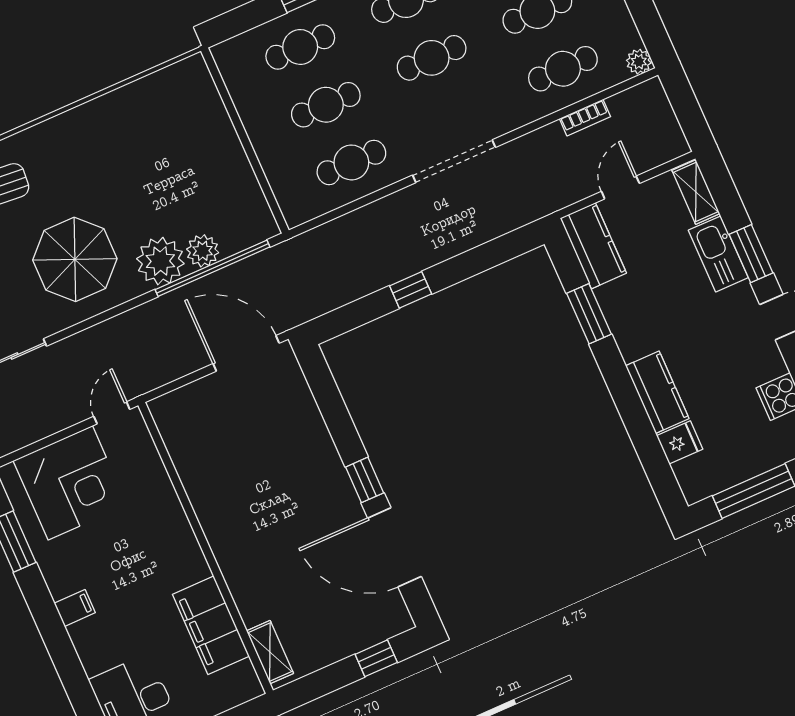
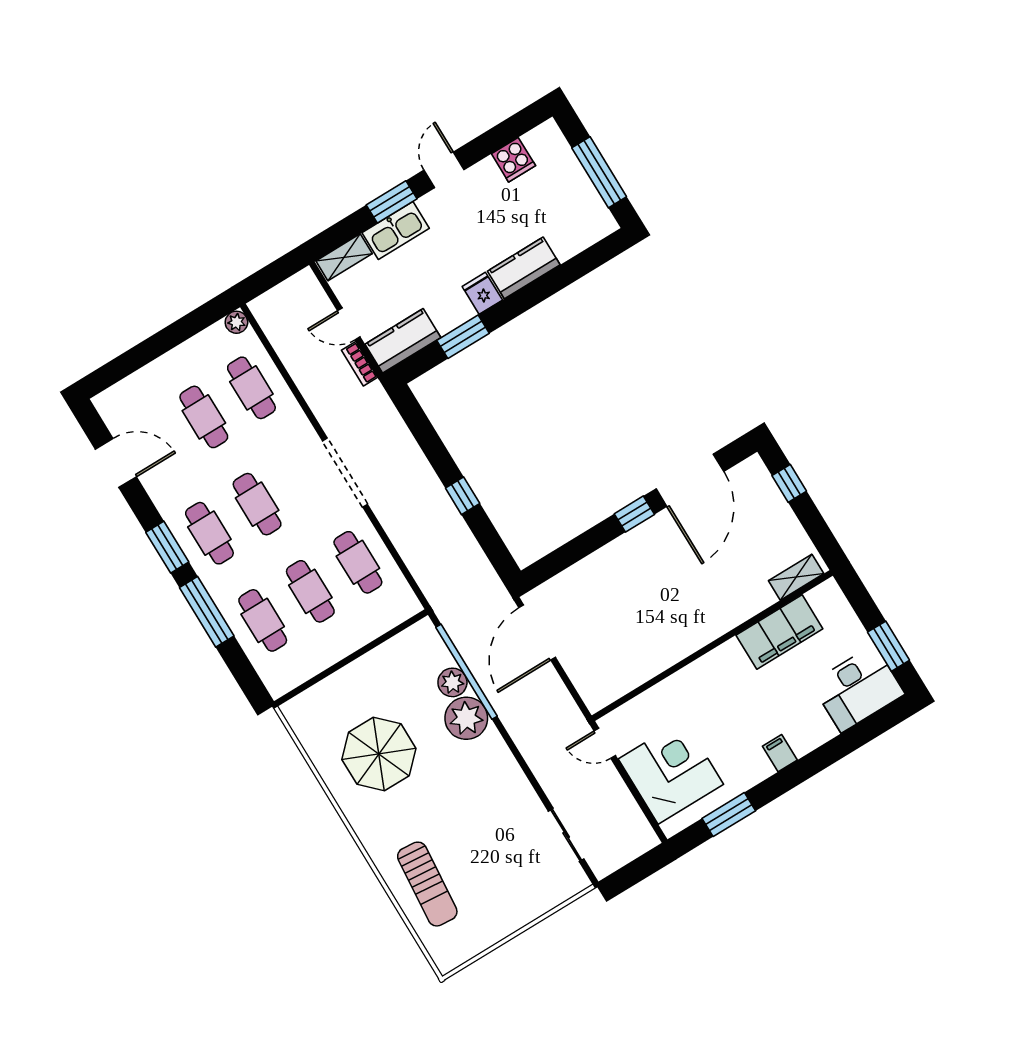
bookcase: (585, 118) -> (360, 364), moved, turned 180
parasol: (75, 259) -> (379, 754), moved
fridge: (680, 442) -> (482, 293), moved

